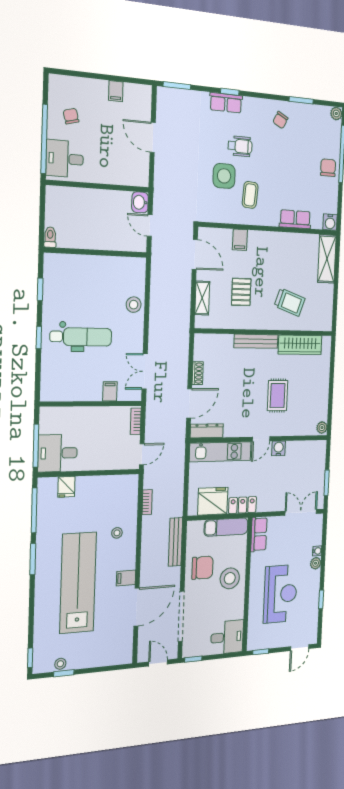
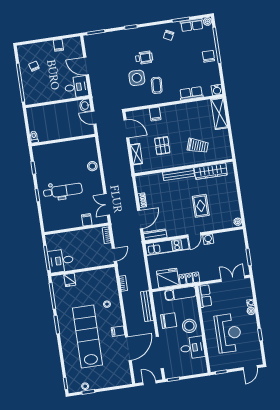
row of seats: (226, 103) -> (192, 25), moved
desk: (65, 159) -> (76, 87), moved, turned 180
desk: (227, 637) -> (192, 348), moved

